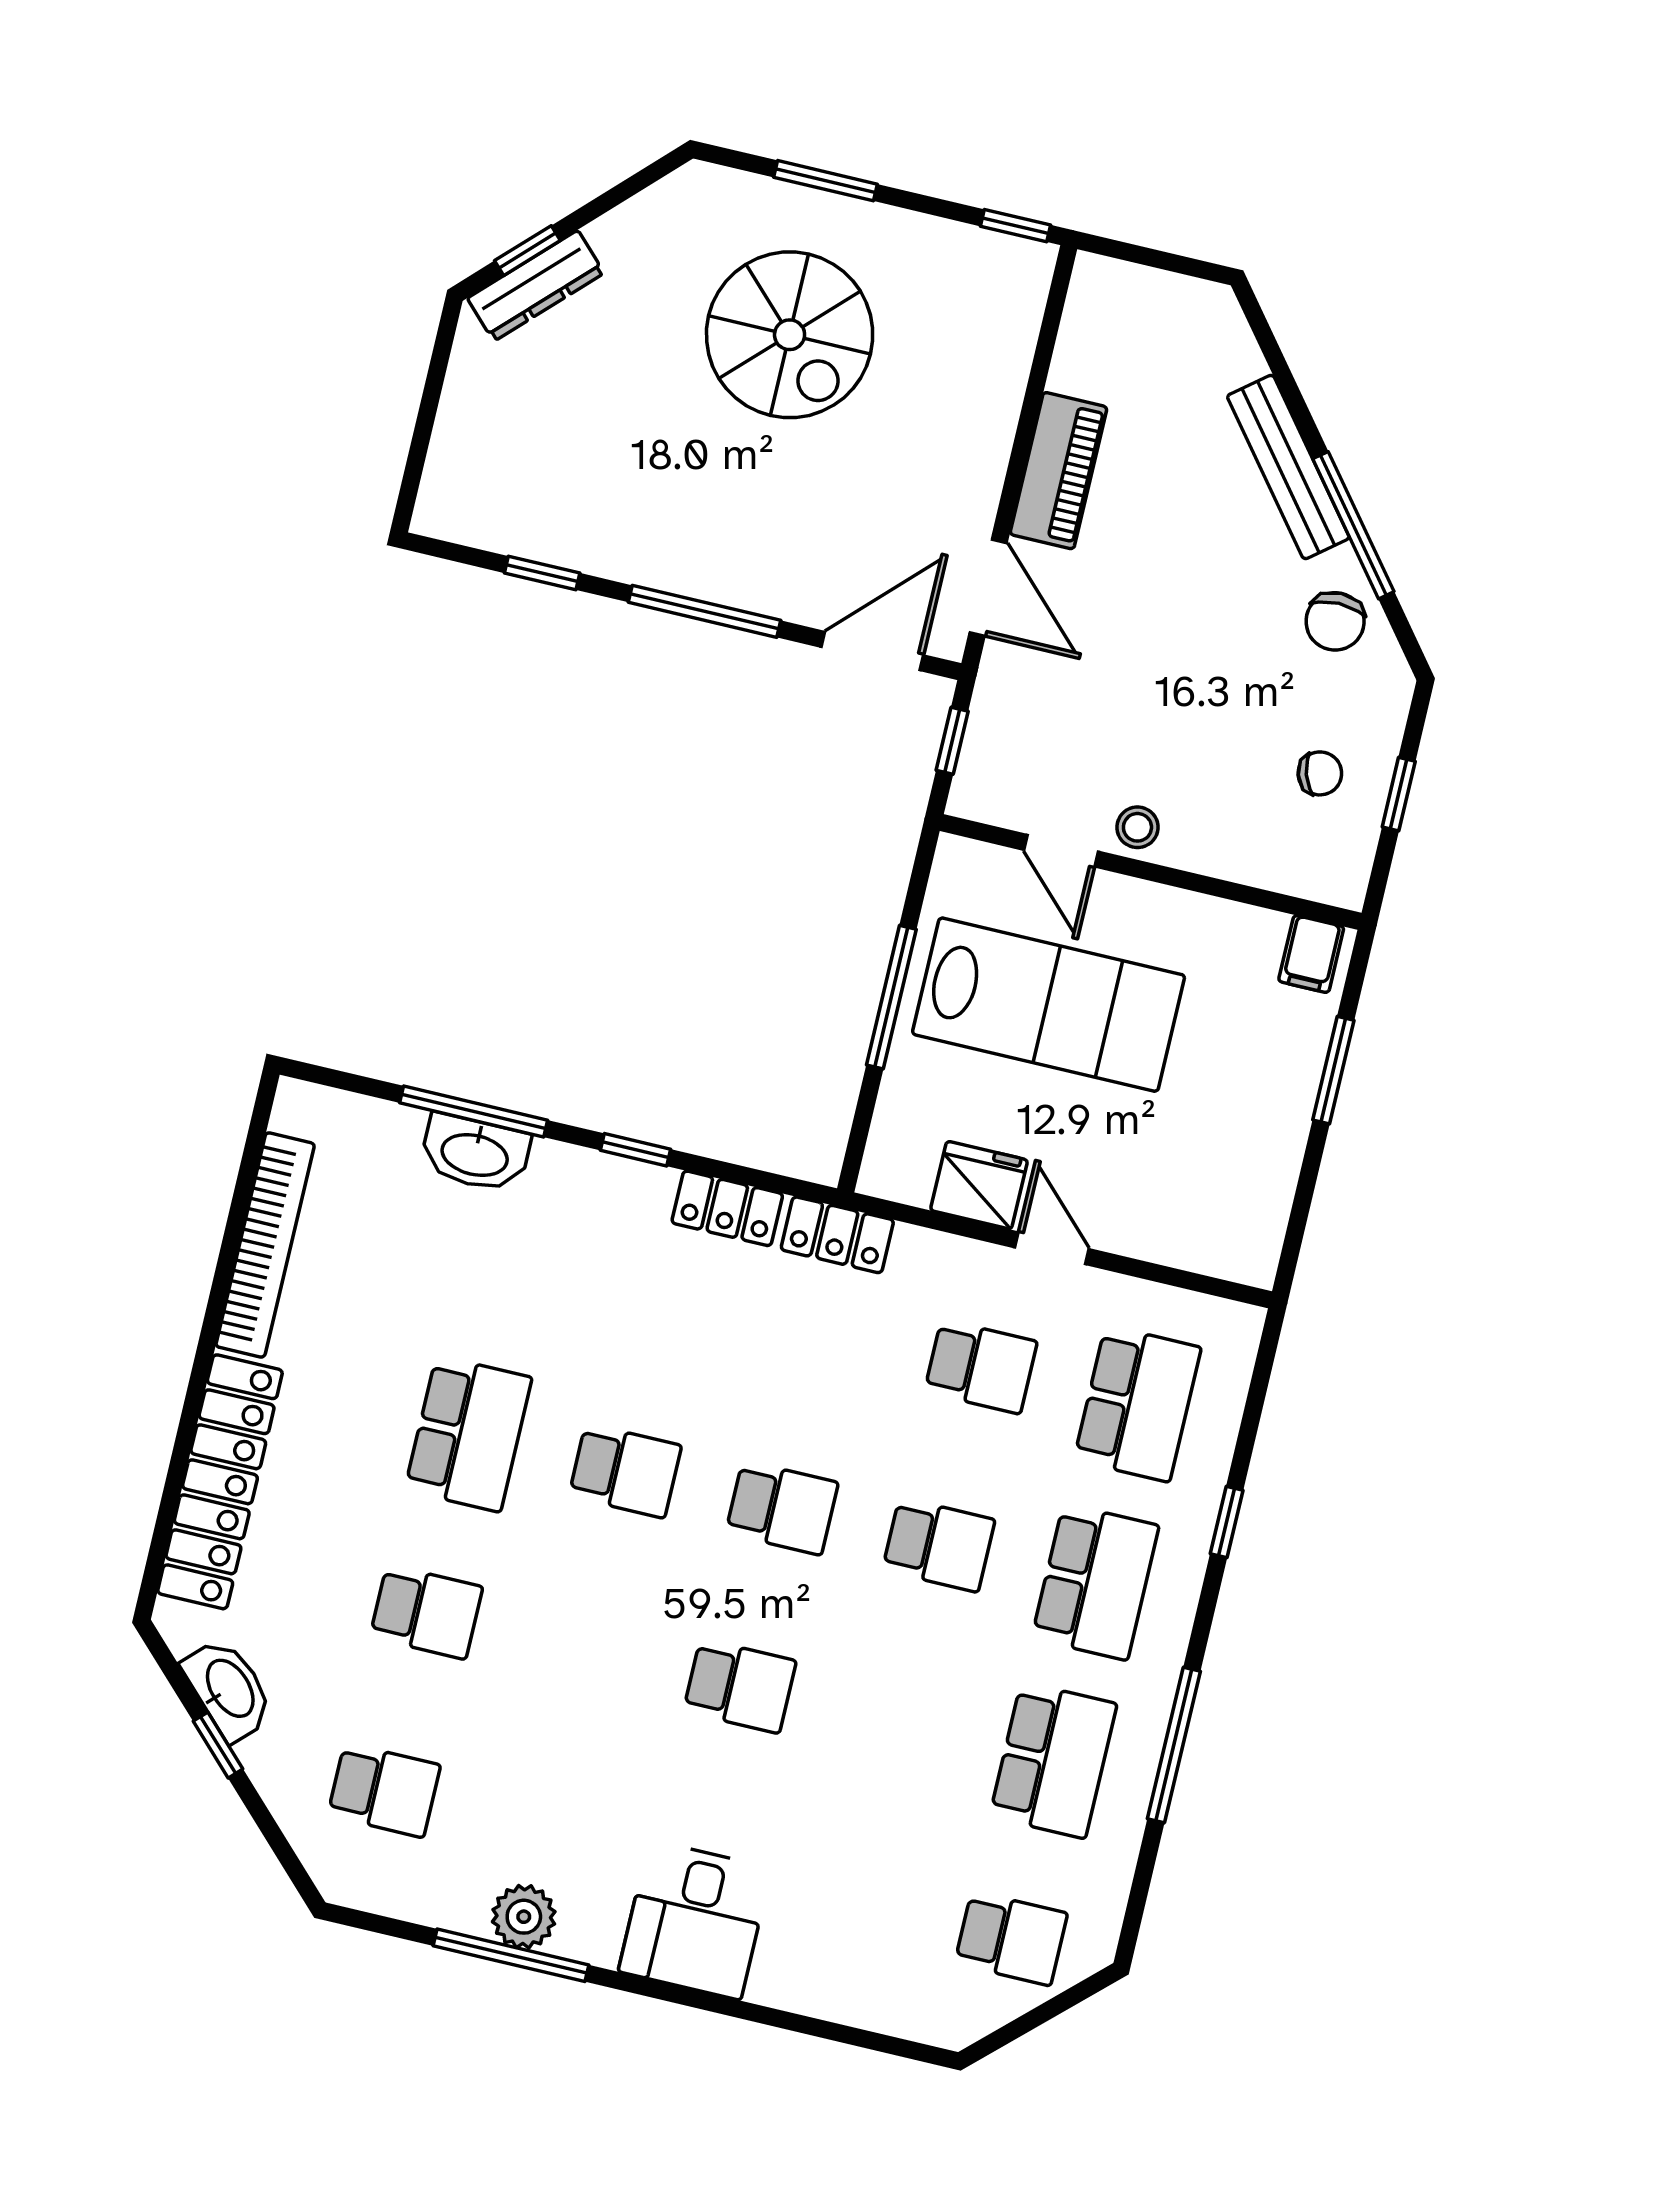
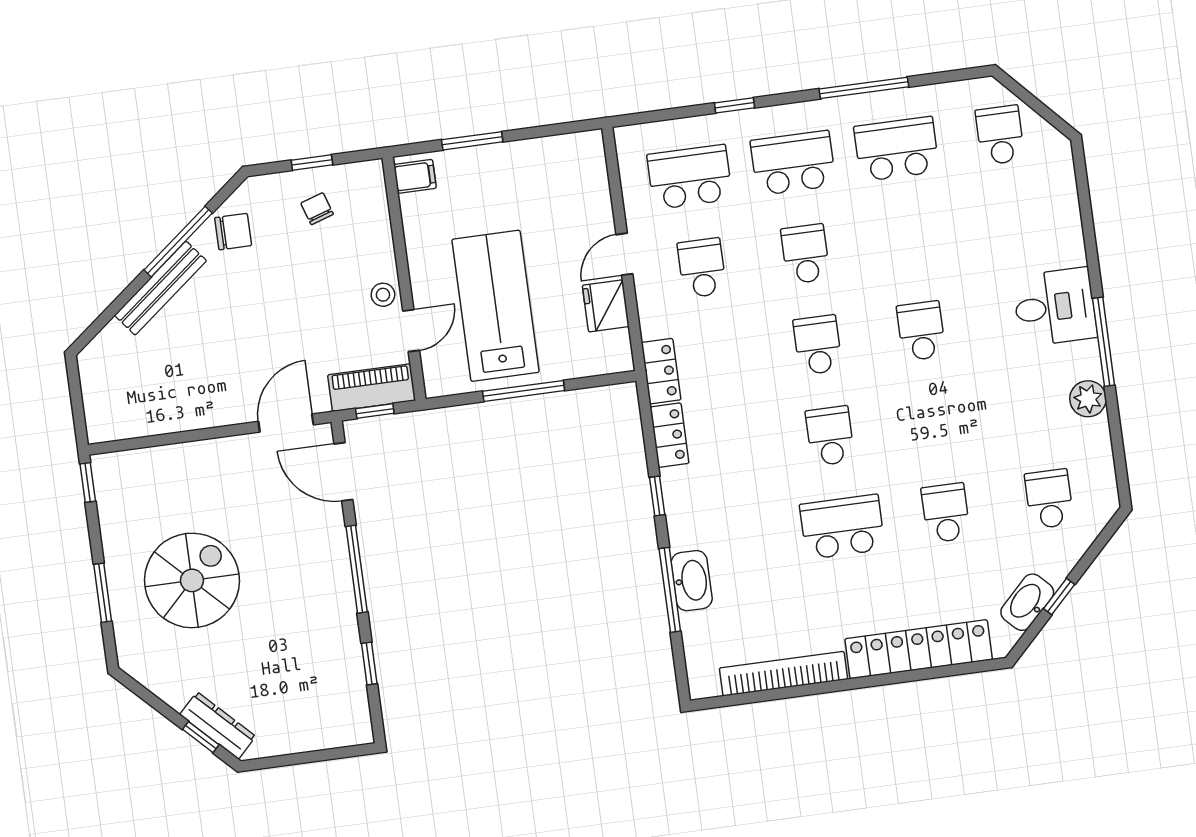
piano: (1059, 471) -> (372, 388), moved
window: (511, 1955) -> (1104, 342), moved

